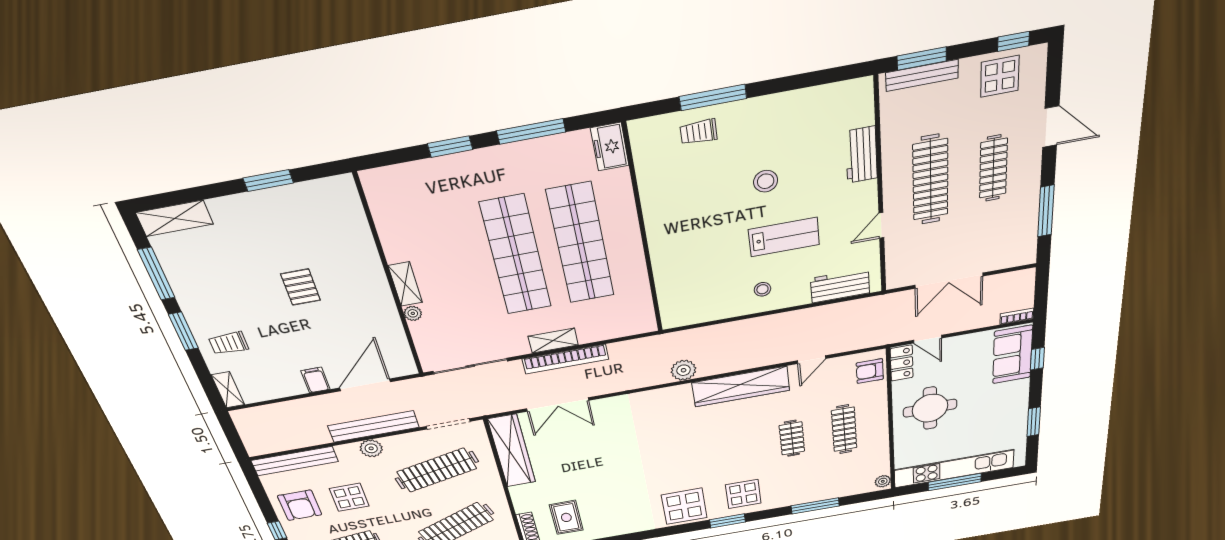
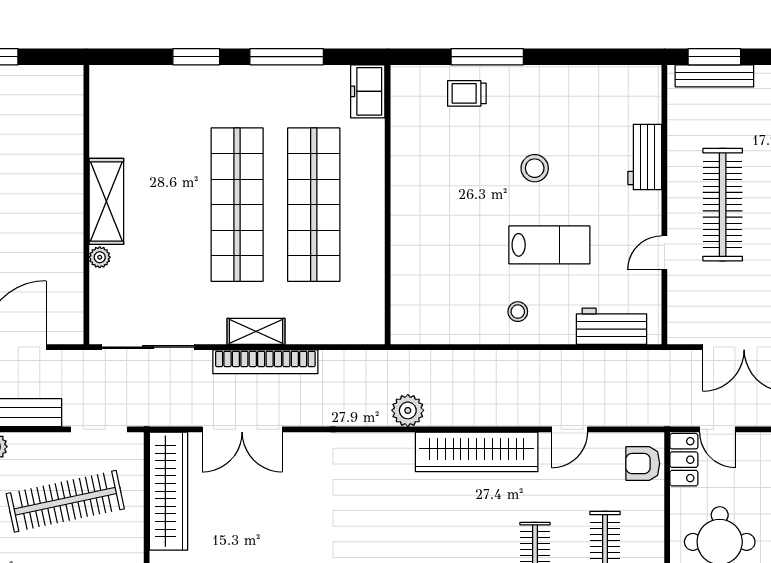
shelving: (405, 284) -> (106, 201), width x1.50, depth x1.33

